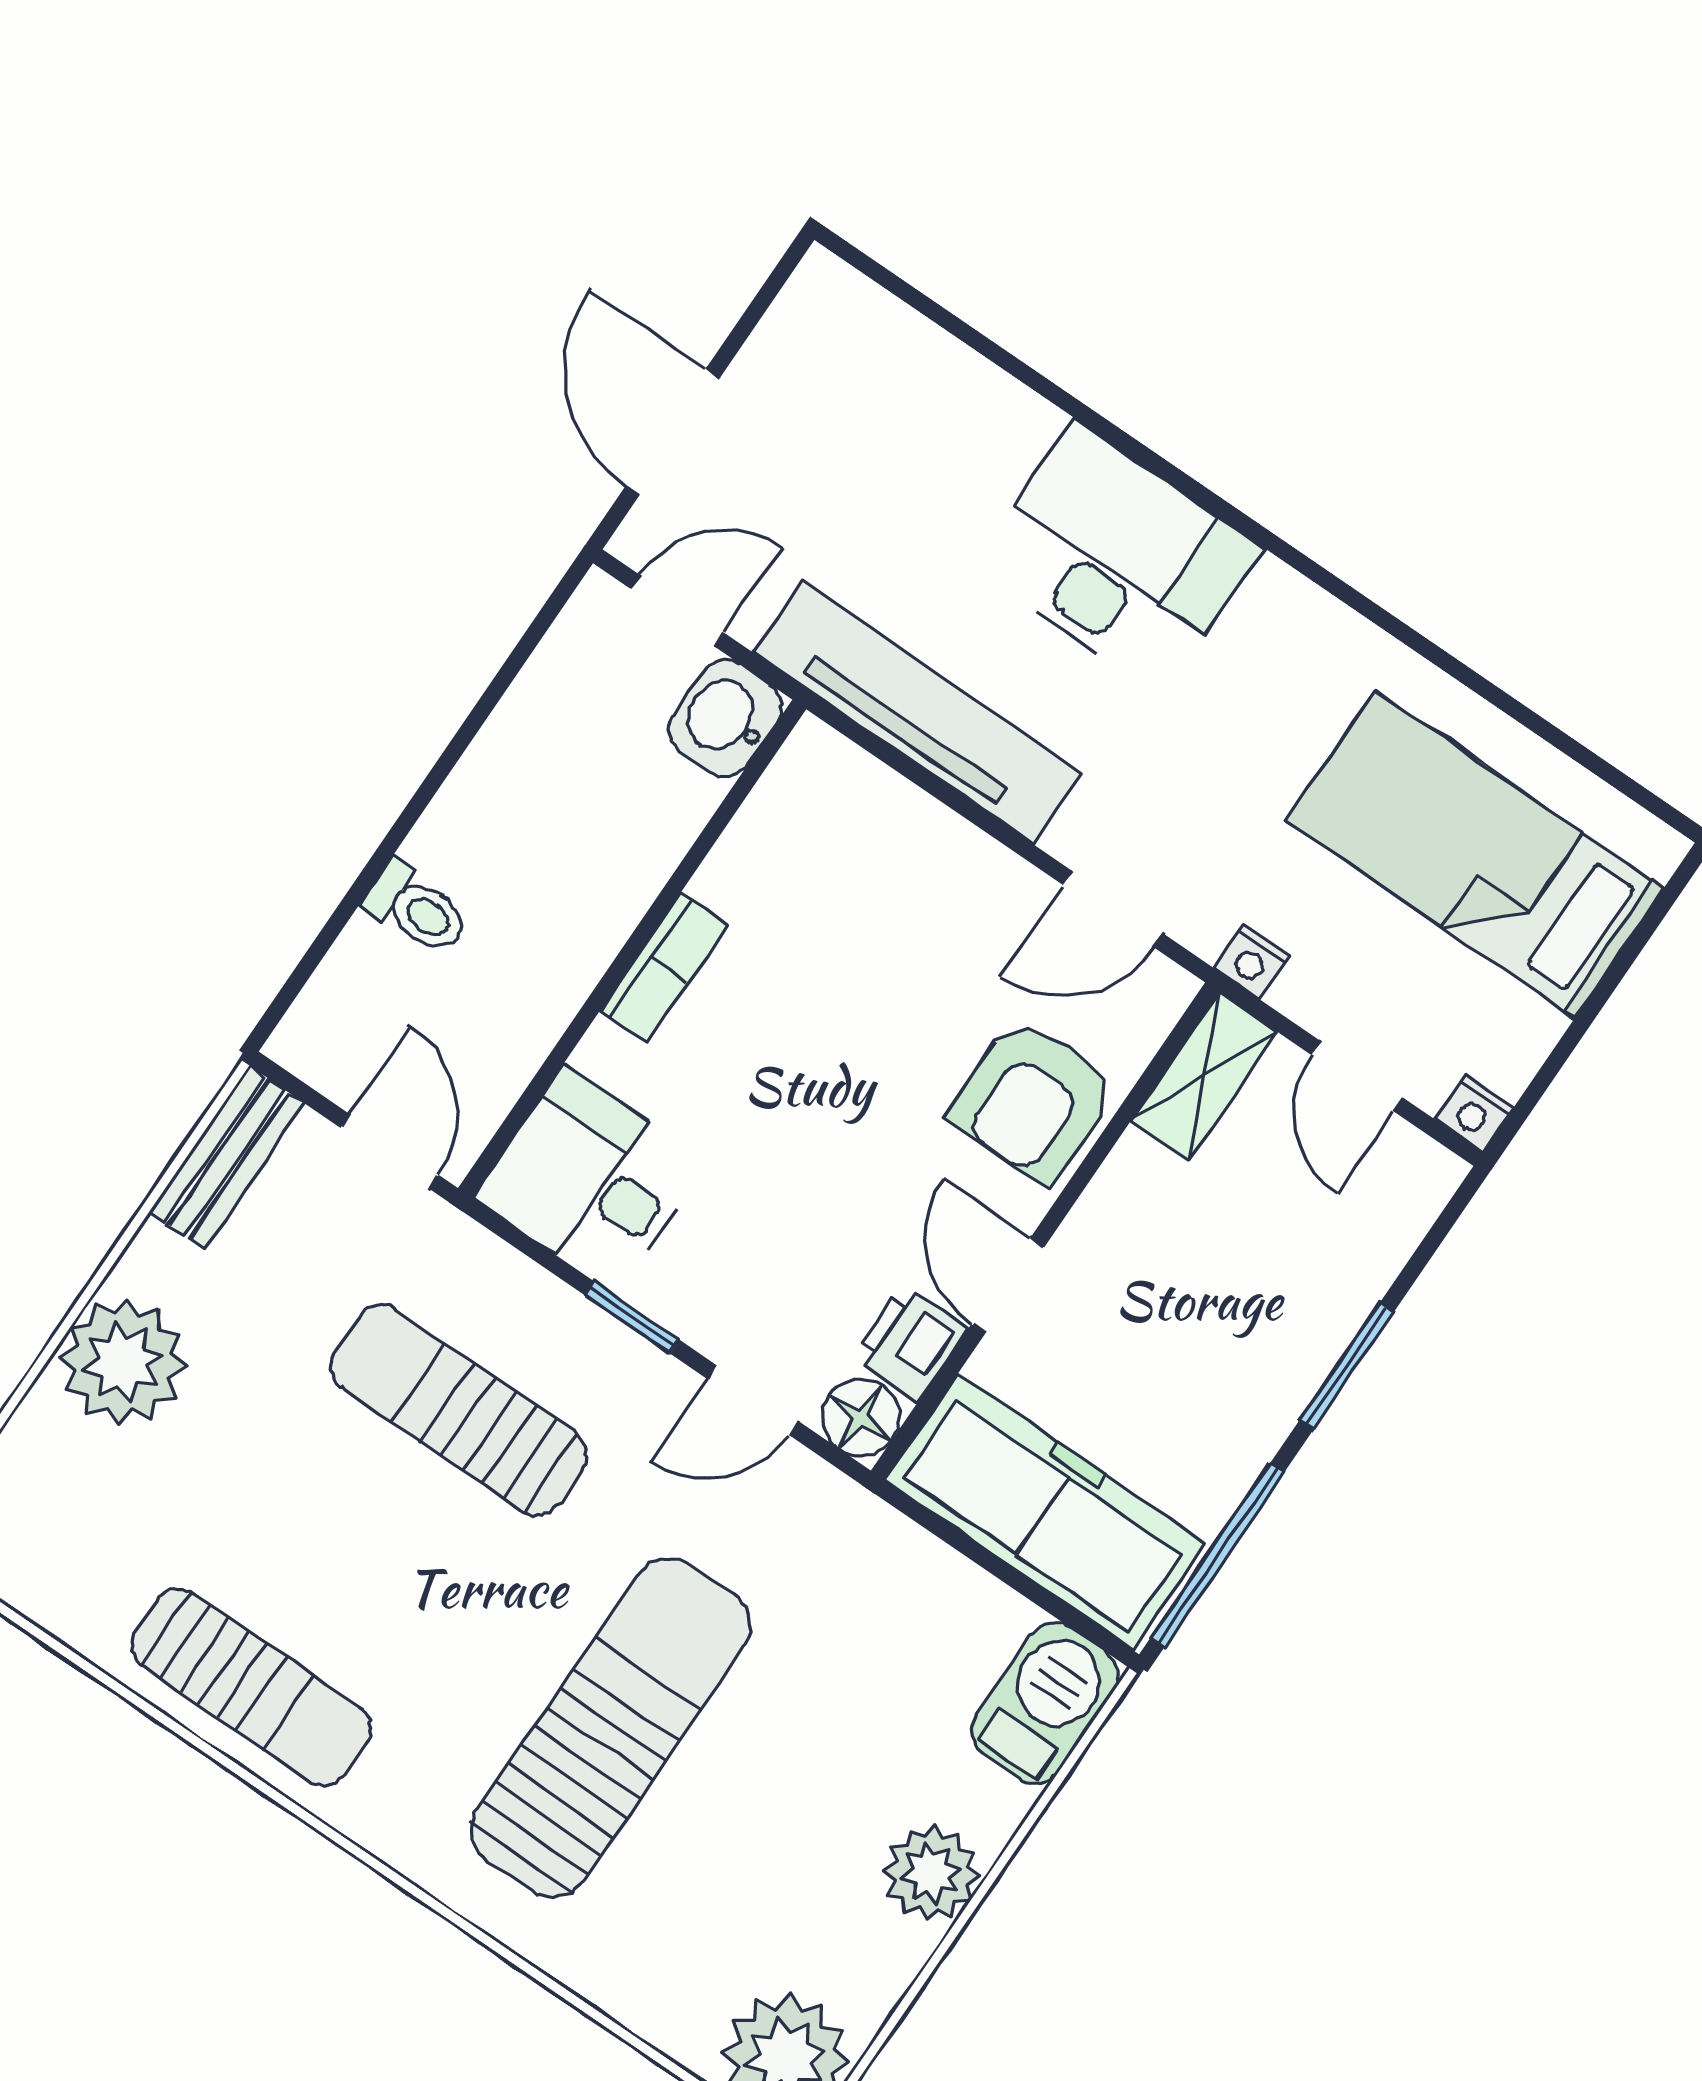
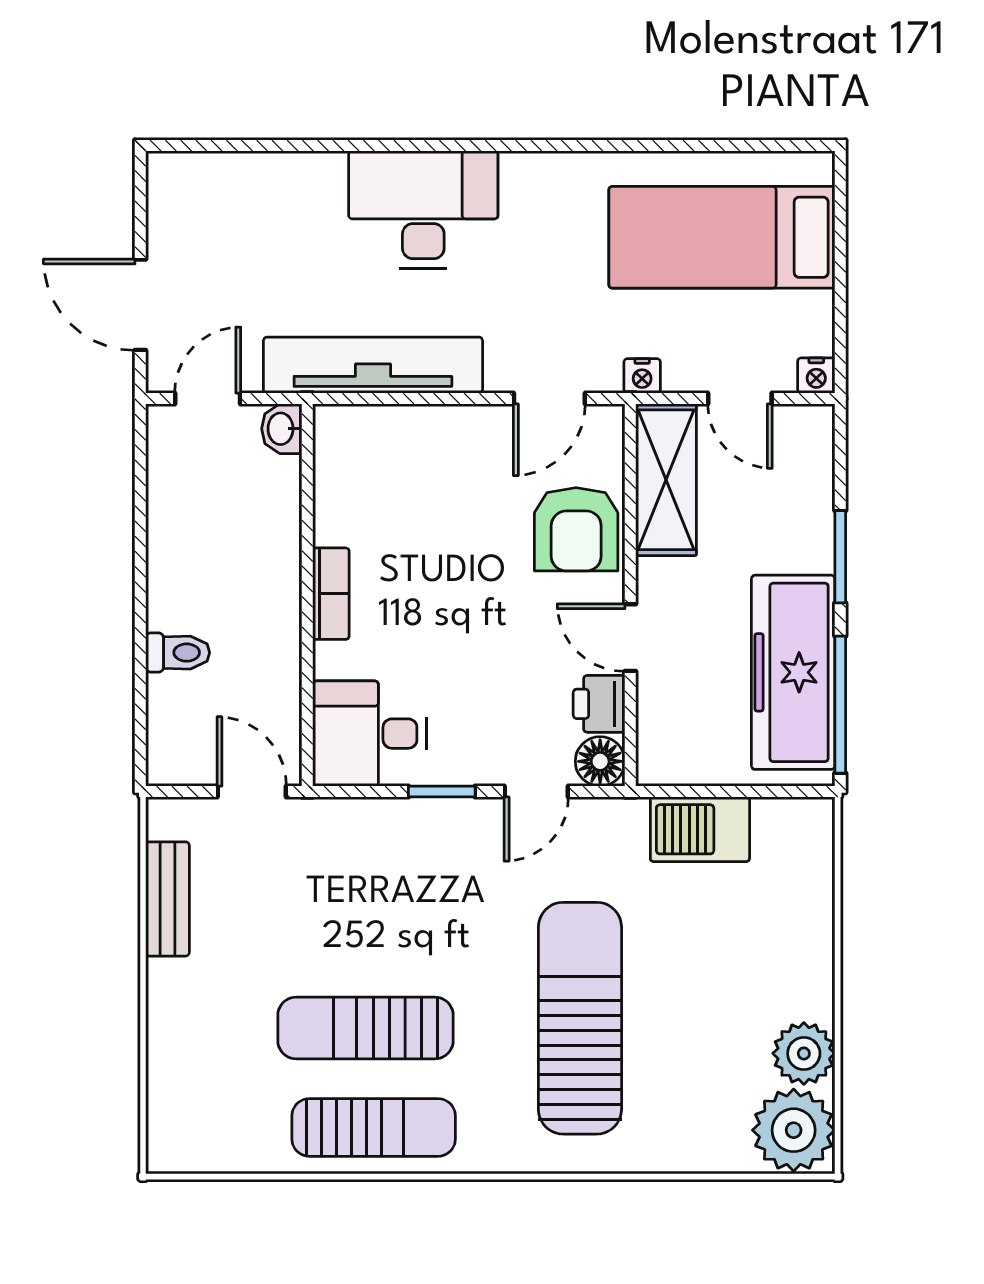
washbasin: (725, 718) -> (282, 429), width x0.72, depth x0.69
shelving: (1204, 1076) -> (666, 480), width x1.50, depth x1.33
bench: (227, 1157) -> (167, 899), moved
plant: (123, 1362) -> (187, 1001), removed
sun lounger: (459, 1410) -> (365, 1028), moved
freezer: (1045, 1512) -> (793, 672), moved, turned -90
barbecue: (1045, 1703) -> (700, 829), moved, turned -90
plant: (931, 1873) -> (804, 1053), moved

